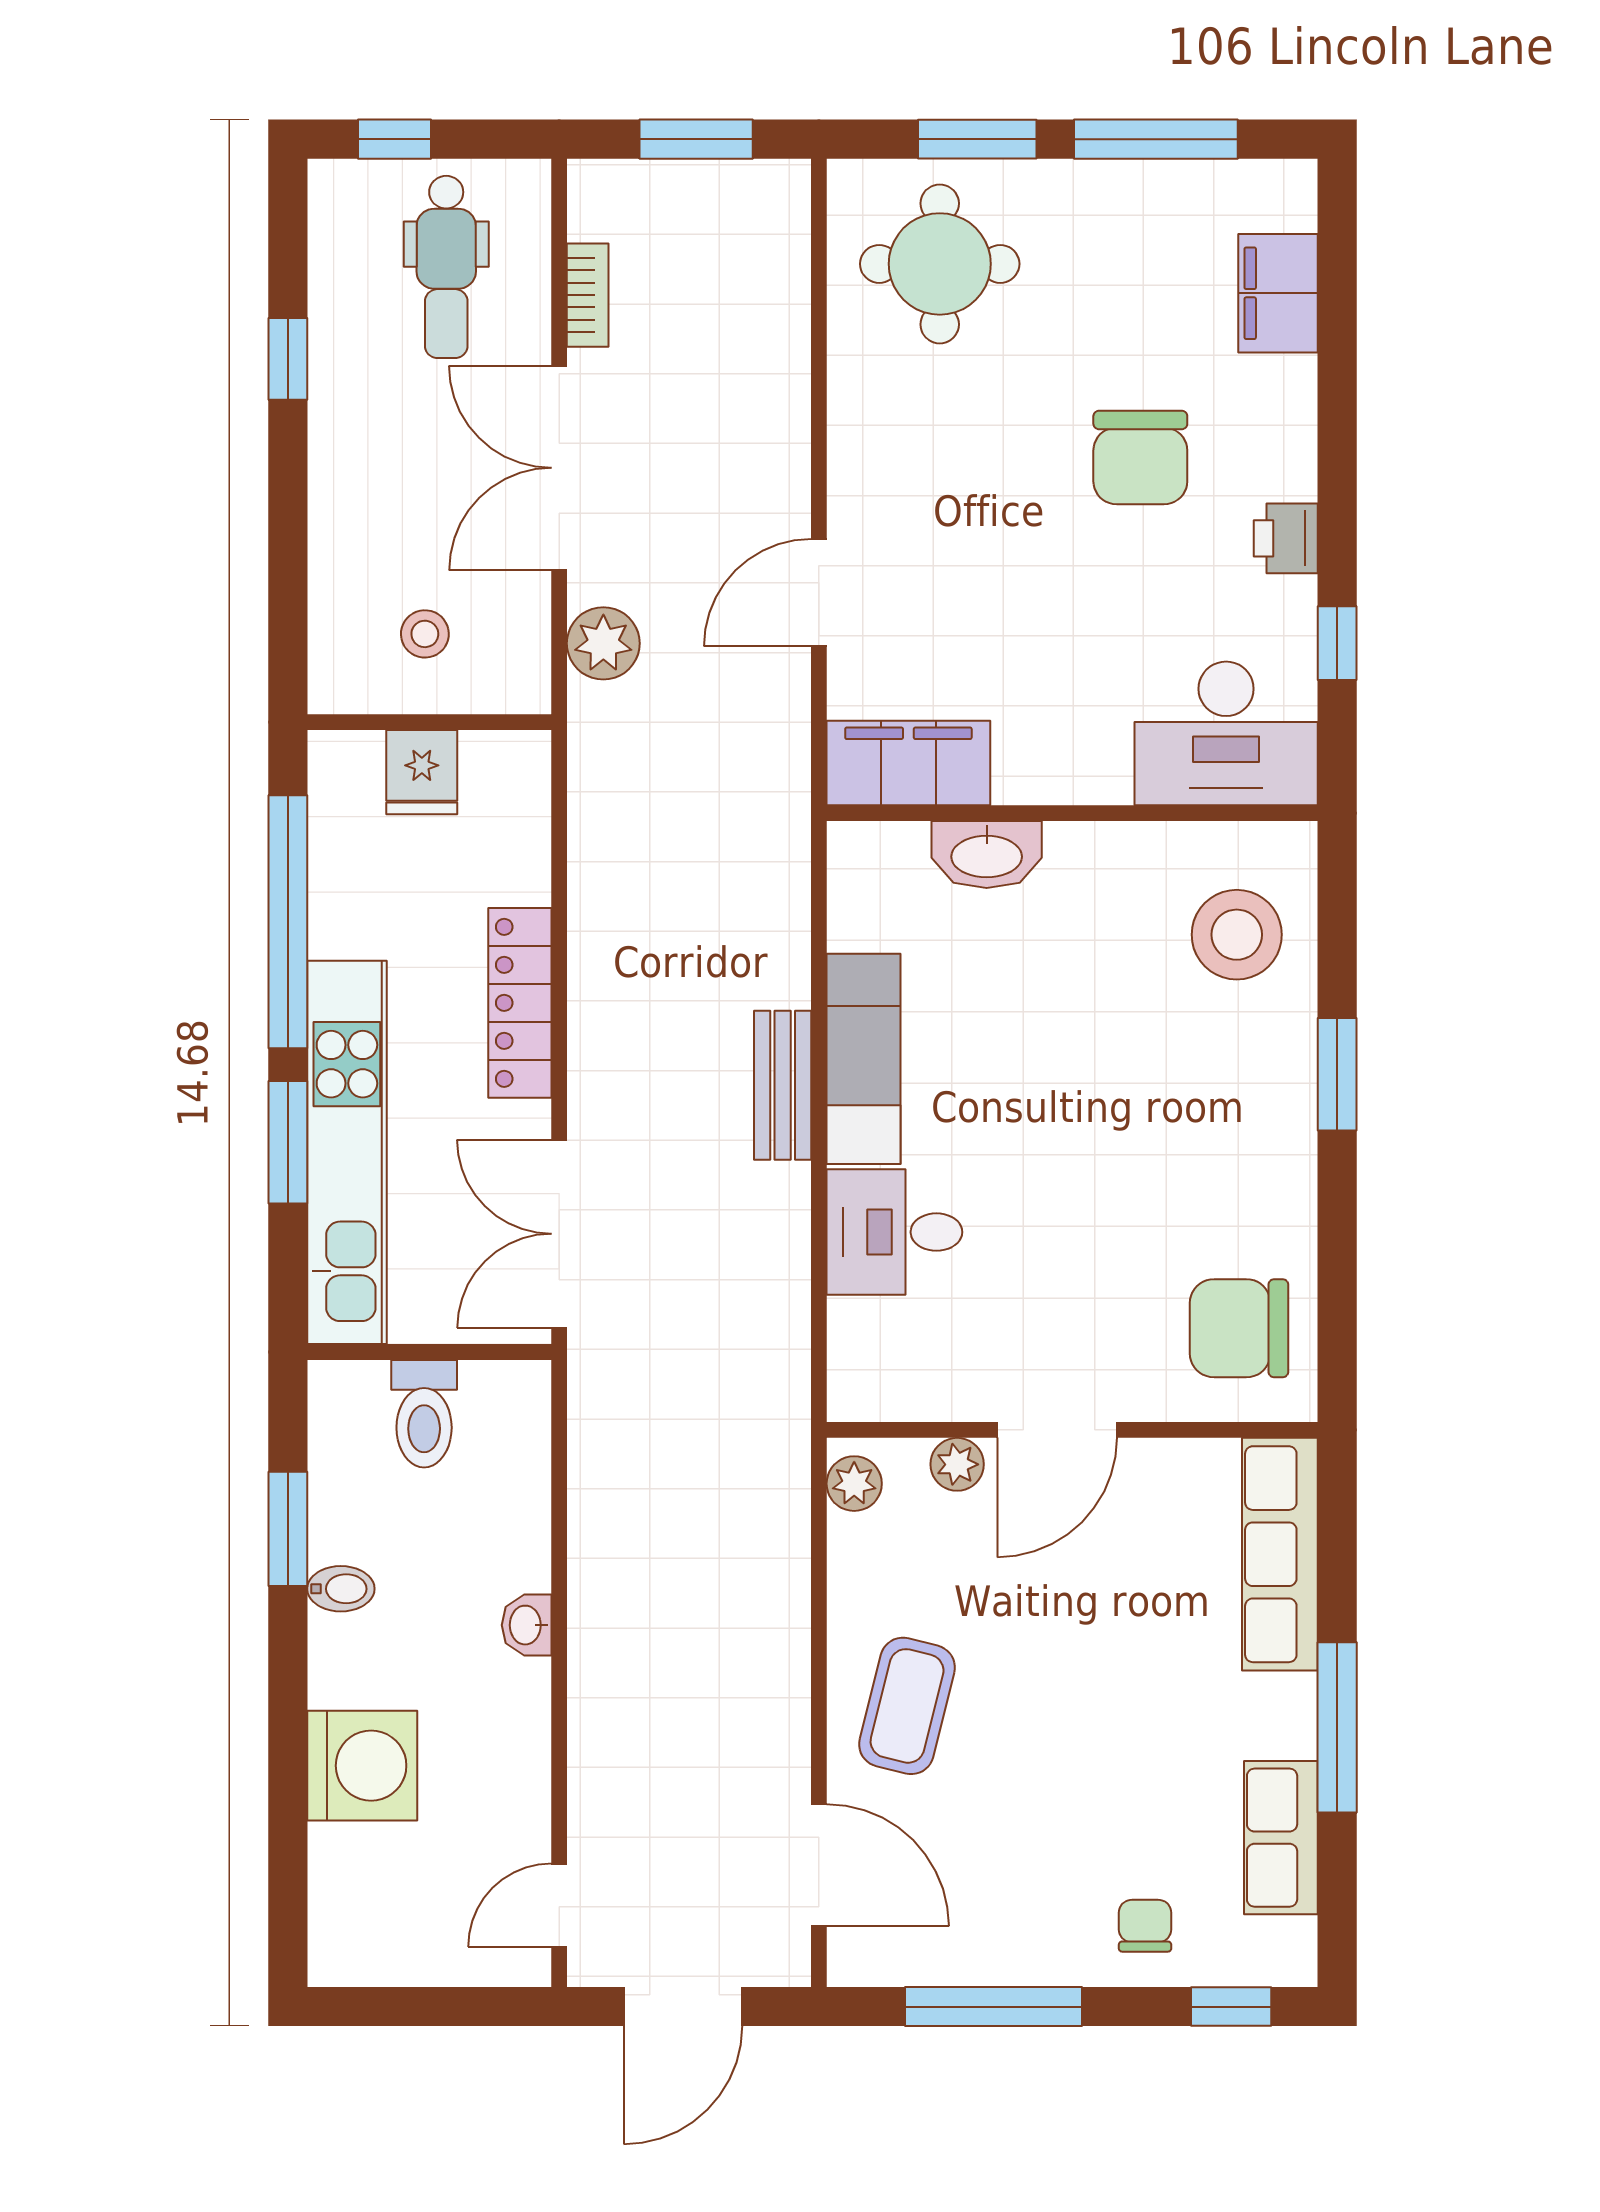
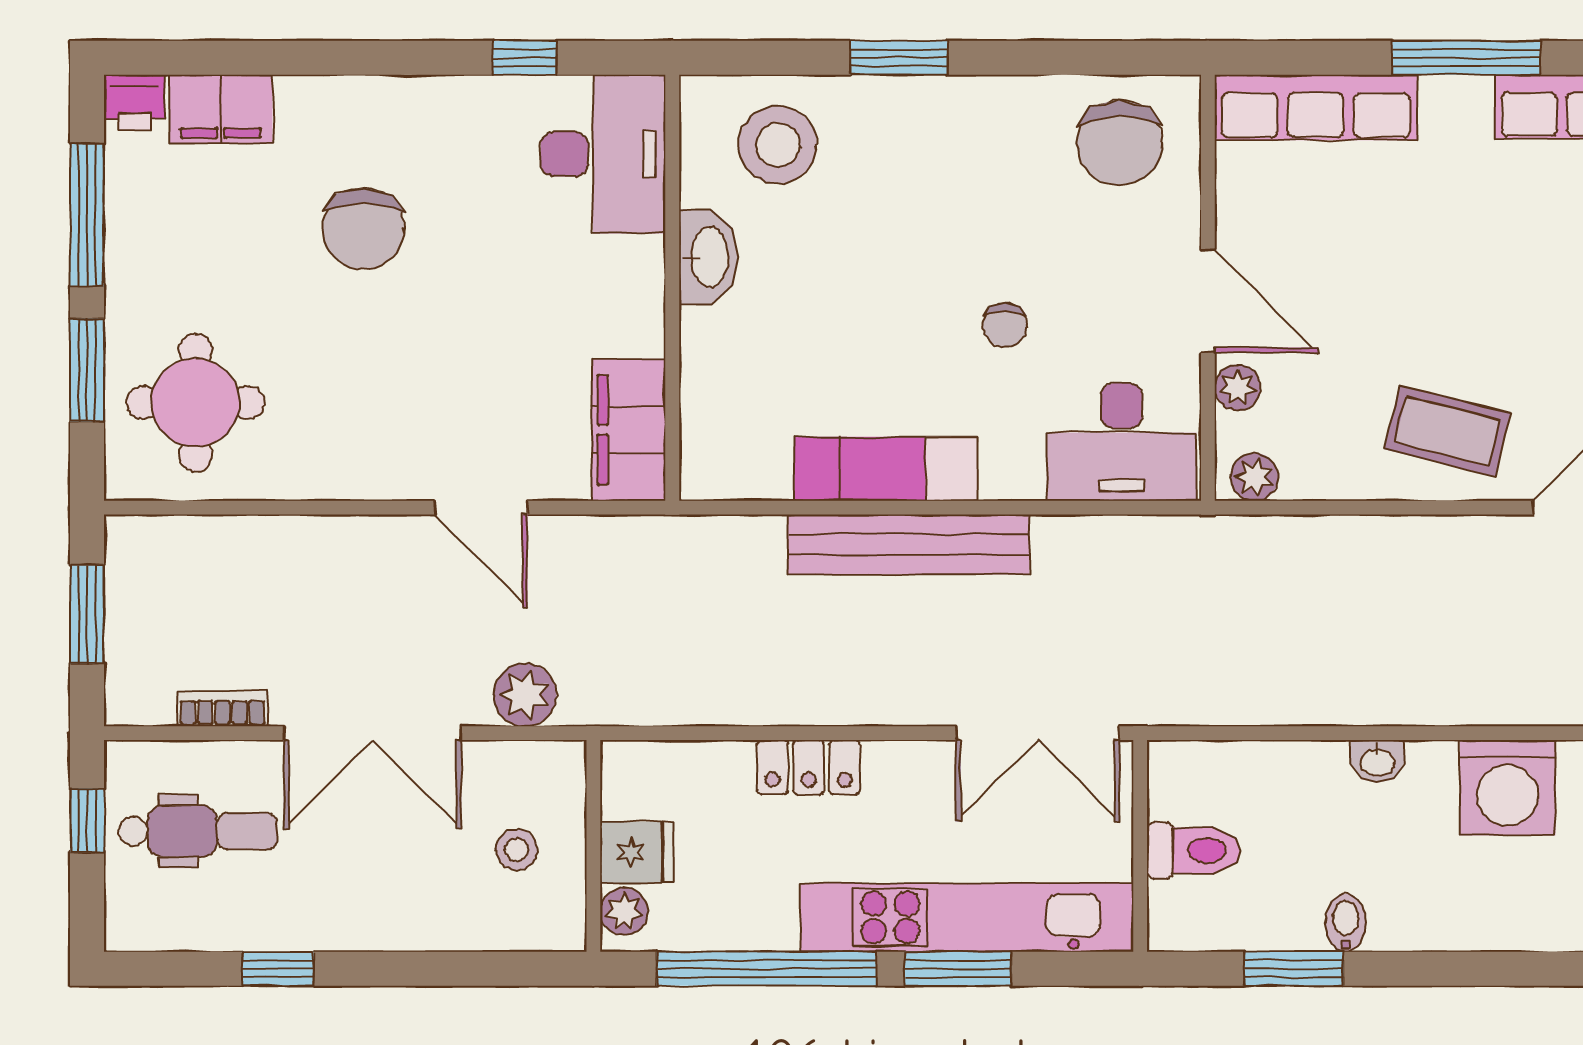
window: (394, 139) -> (87, 820), moved
chair: (1140, 457) -> (363, 228), turned 91
printer: (1286, 538) -> (134, 102), moved
plant: (354, 757) -> (624, 911), added
washbasin: (987, 855) -> (708, 257), moved
locker: (520, 1003) -> (809, 767), width x0.66
bench: (783, 1085) -> (909, 544), width x1.86, depth x1.21
chair: (1029, 1196) -> (1005, 325), added
desk: (894, 1232) -> (1122, 442), moved, width x1.37
washing machine: (362, 1766) -> (1508, 788), moved, turned 180

